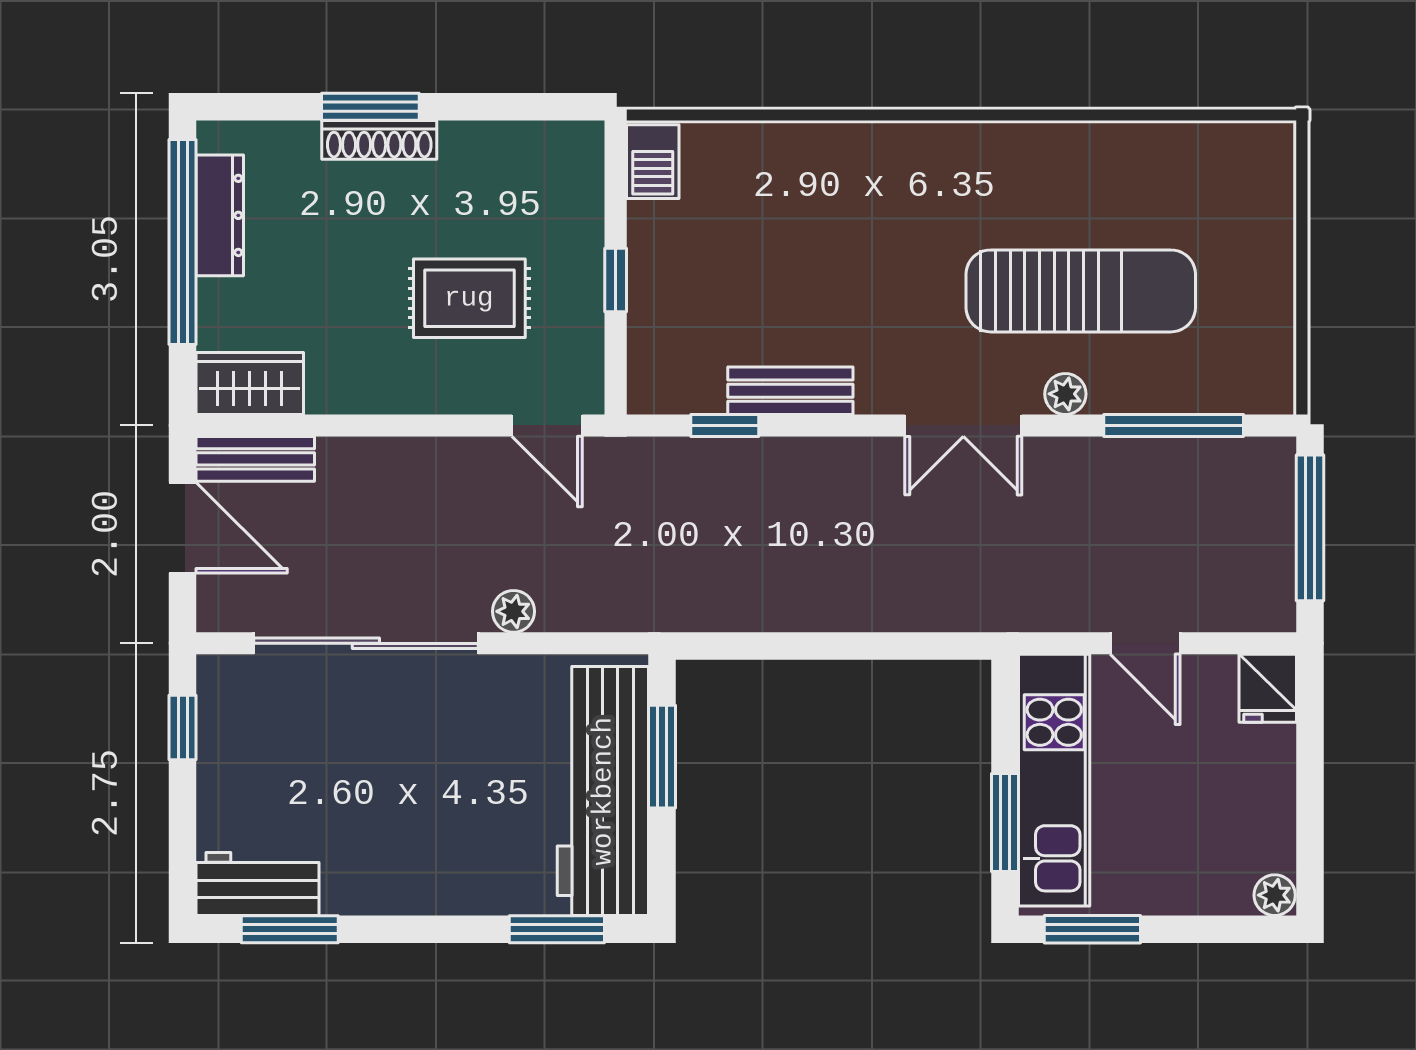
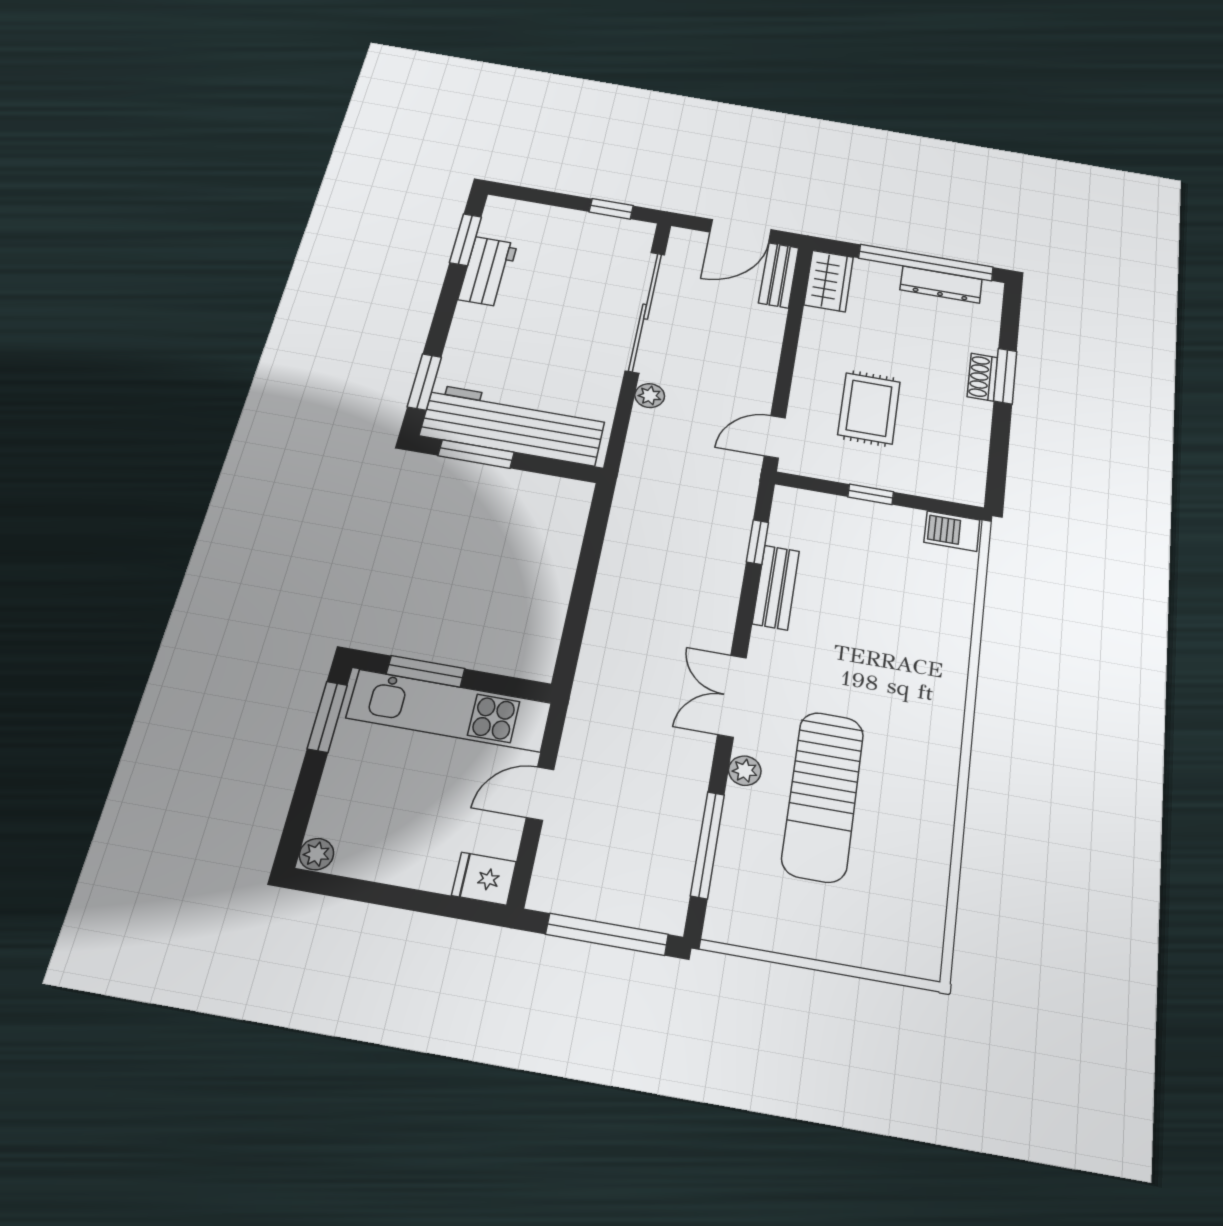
shoe rack: (379, 140) -> (982, 377), width x0.70
window: (662, 757) -> (476, 454), moved
workbench: (257, 884) -> (488, 271), moved

